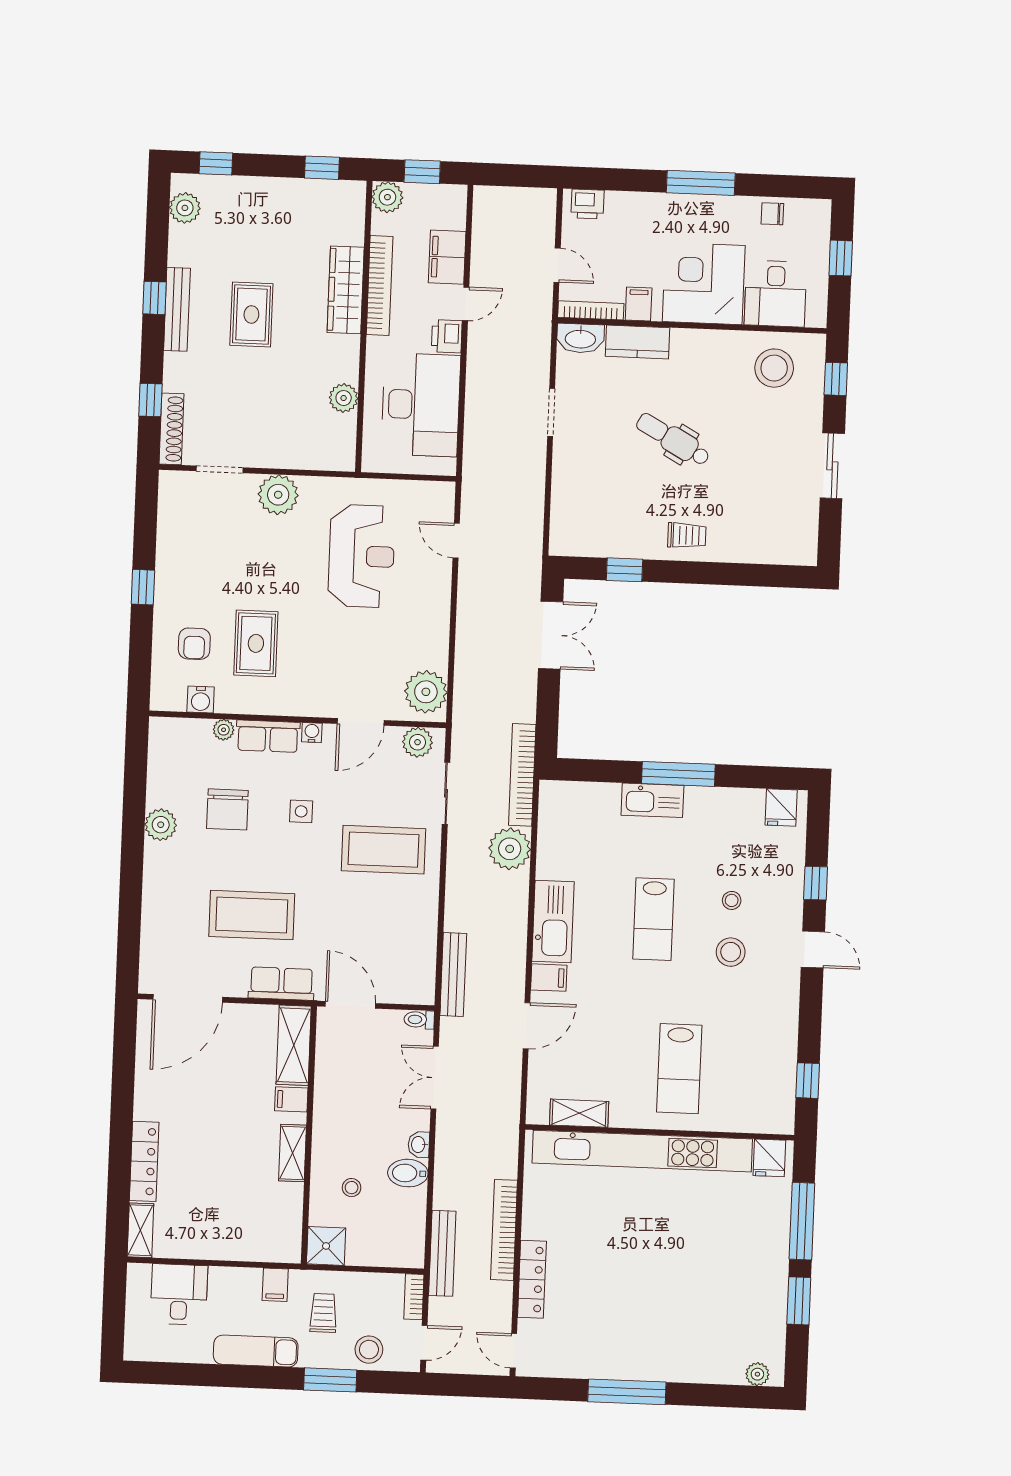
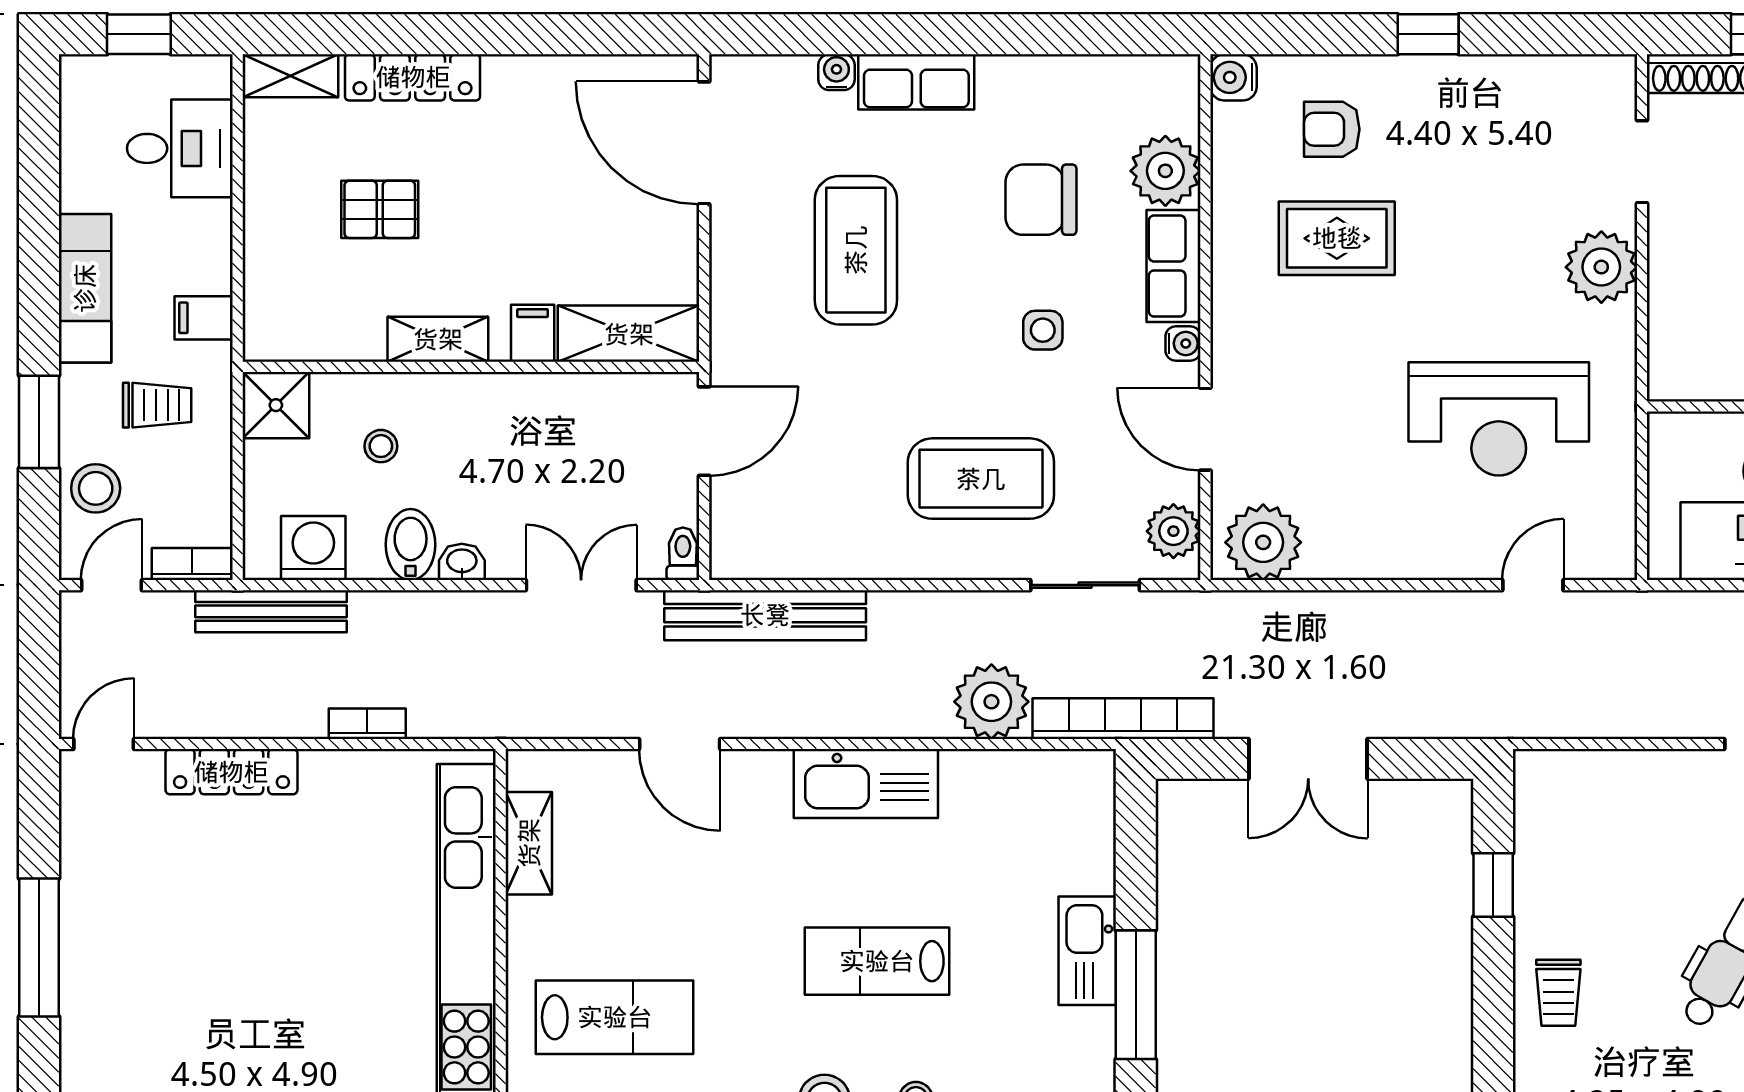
double door: (551, 635) -> (1308, 759), moved
water cooler: (201, 700) -> (1233, 77), moved
plant: (224, 730) -> (1165, 171), width x1.87, depth x1.87
plant: (161, 825) -> (1009, 83), removed
coffee table: (383, 850) -> (981, 479), turned 90
water cooler: (151, 922) -> (836, 72), added
bench: (453, 974) -> (765, 615), width x1.37, depth x1.21
filing cabinet: (549, 978) -> (766, 780), removed
row of seats: (281, 984) -> (916, 82), moved, turned 90
lab bench: (679, 1069) -> (615, 1017), turned 180
pallet: (218, 1183) -> (380, 209), added
washing machine: (408, 1228) -> (313, 548), added
bookcase: (504, 1230) -> (367, 724), width x0.43, depth x0.76
window: (114, 1315) -> (139, 34), added
door: (424, 1343) -> (111, 585), swing flipped

